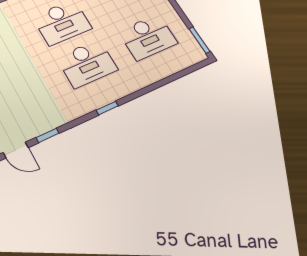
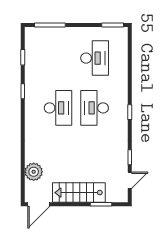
desk: (87, 64) -> (95, 108), turned 180

